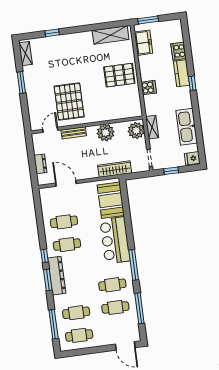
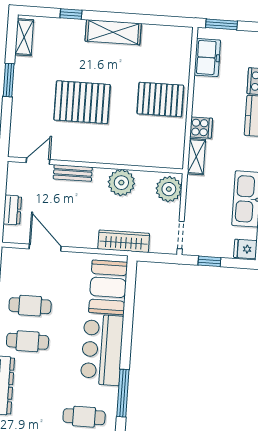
shelving: (111, 35) -> (113, 32), moved
pallet: (69, 102) -> (82, 102), moved, turned 90
shelving: (152, 127) -> (196, 157), moved

